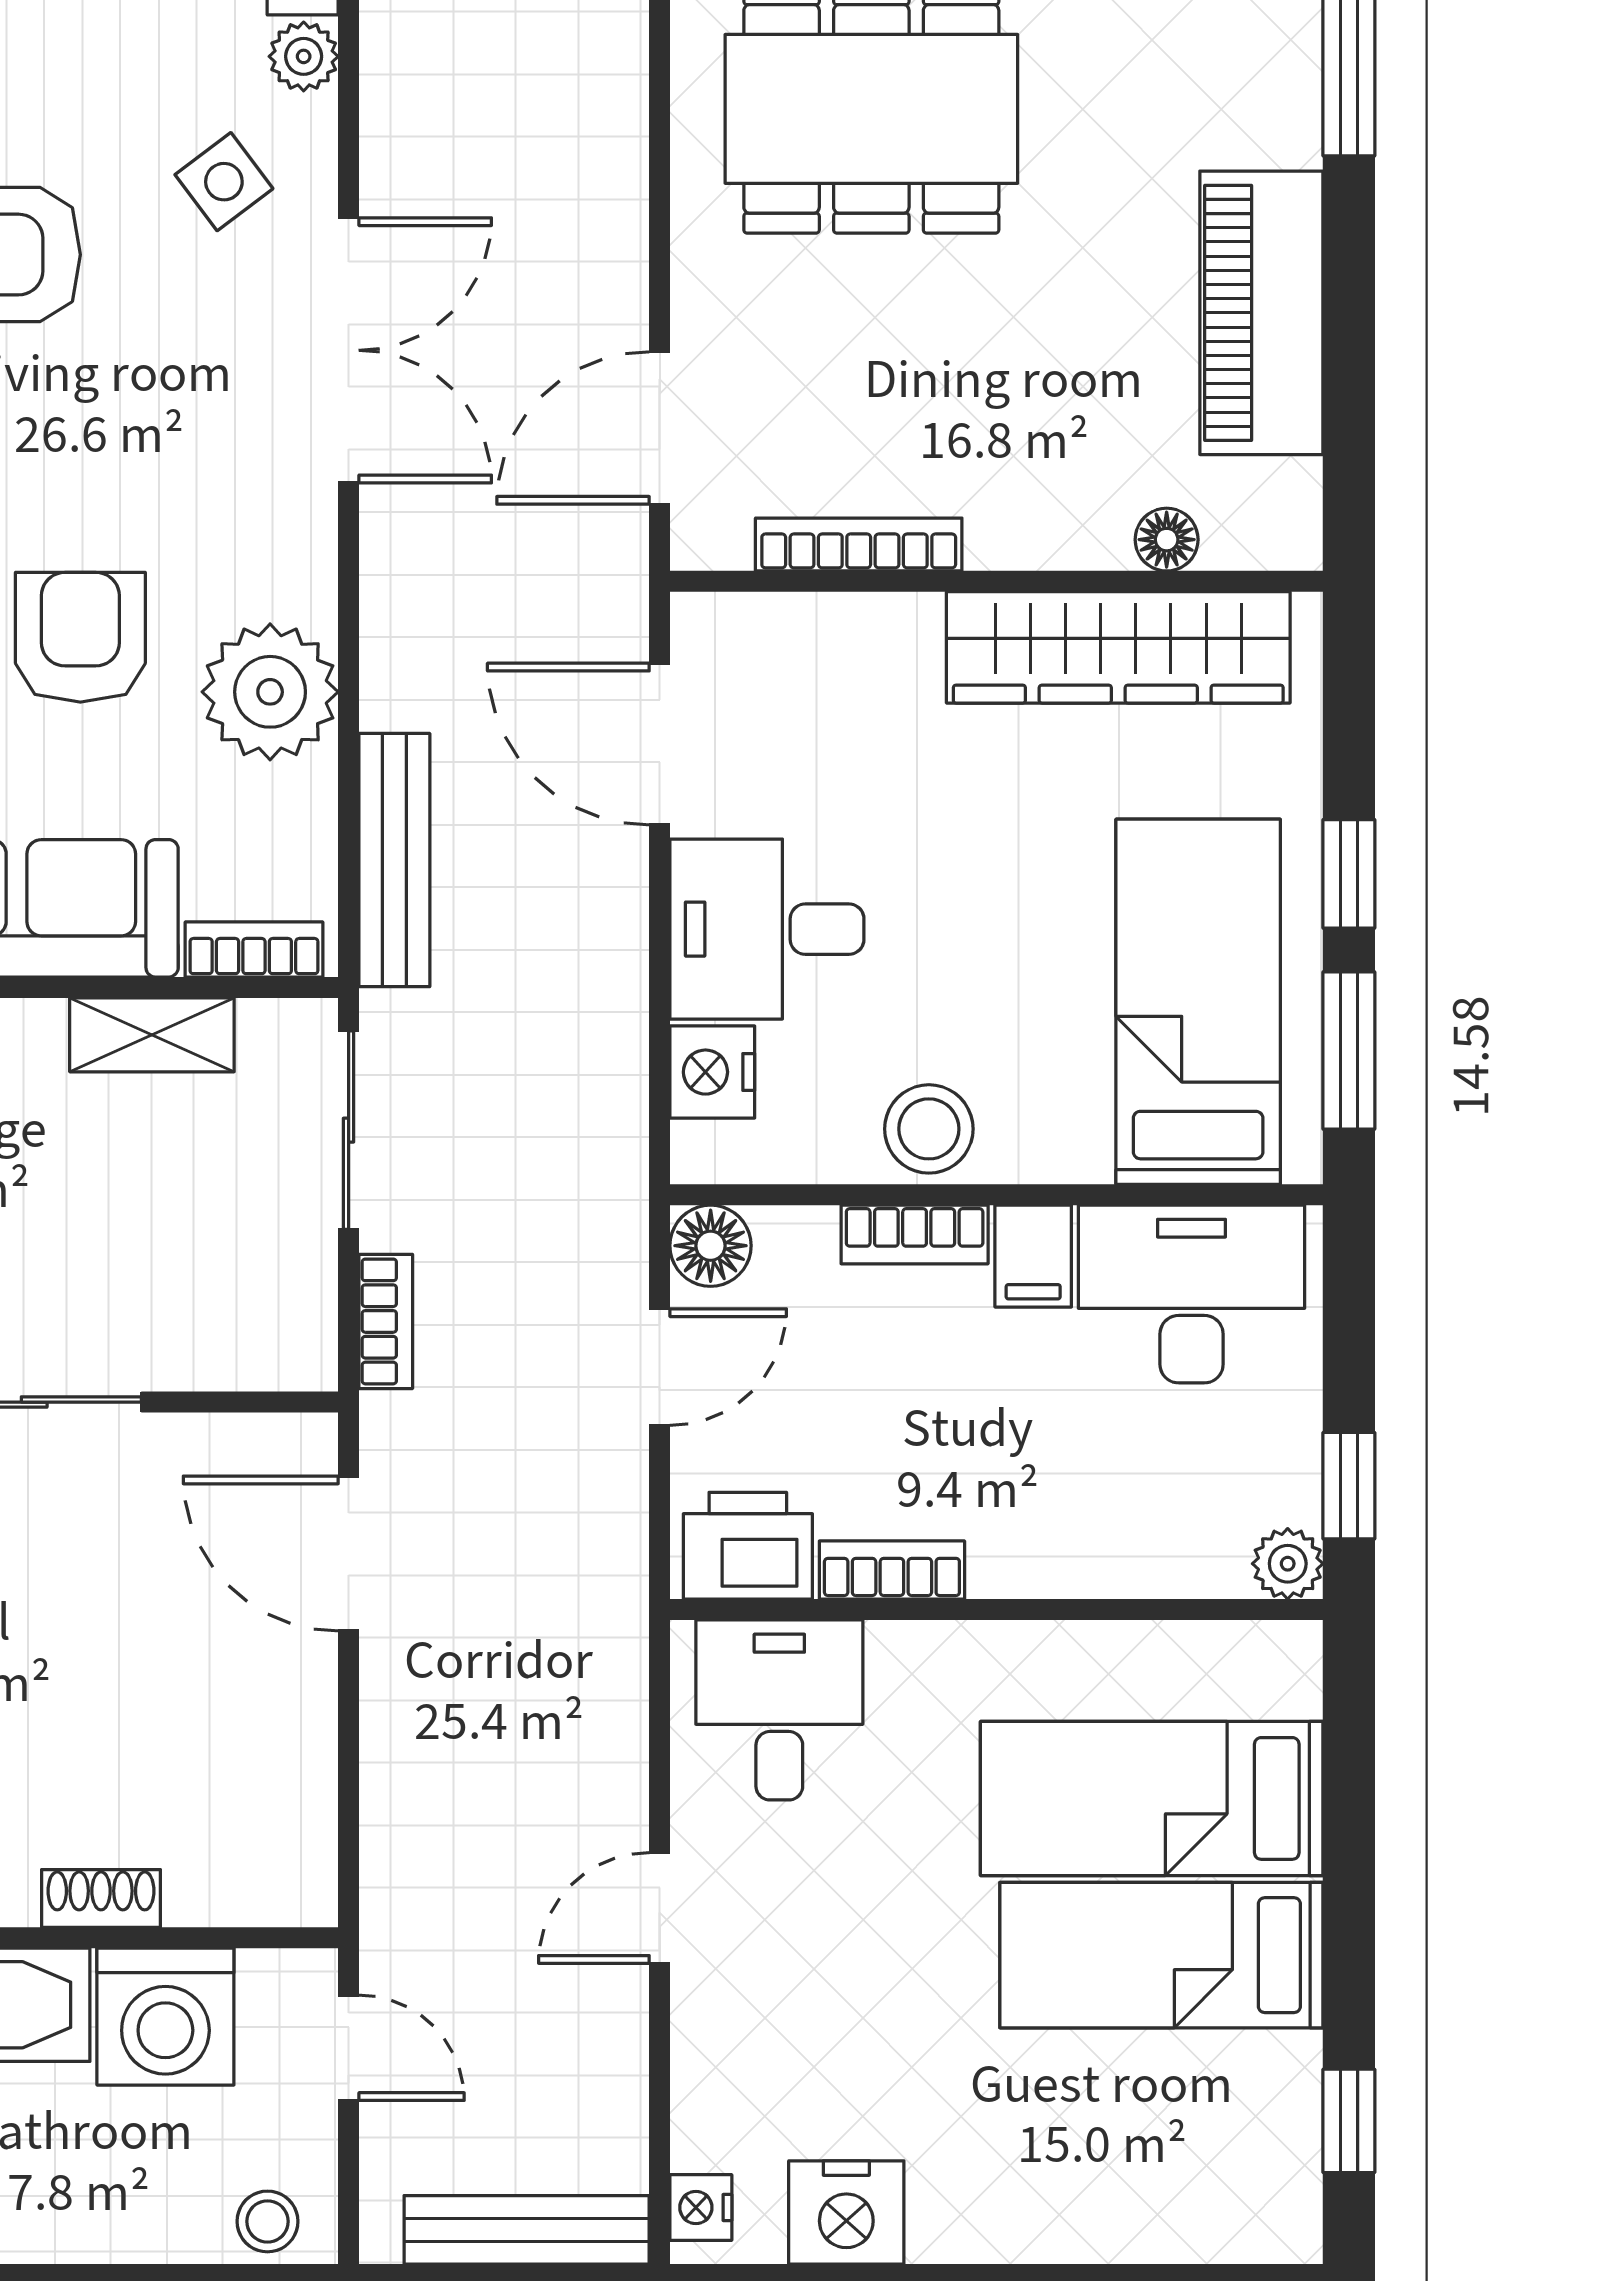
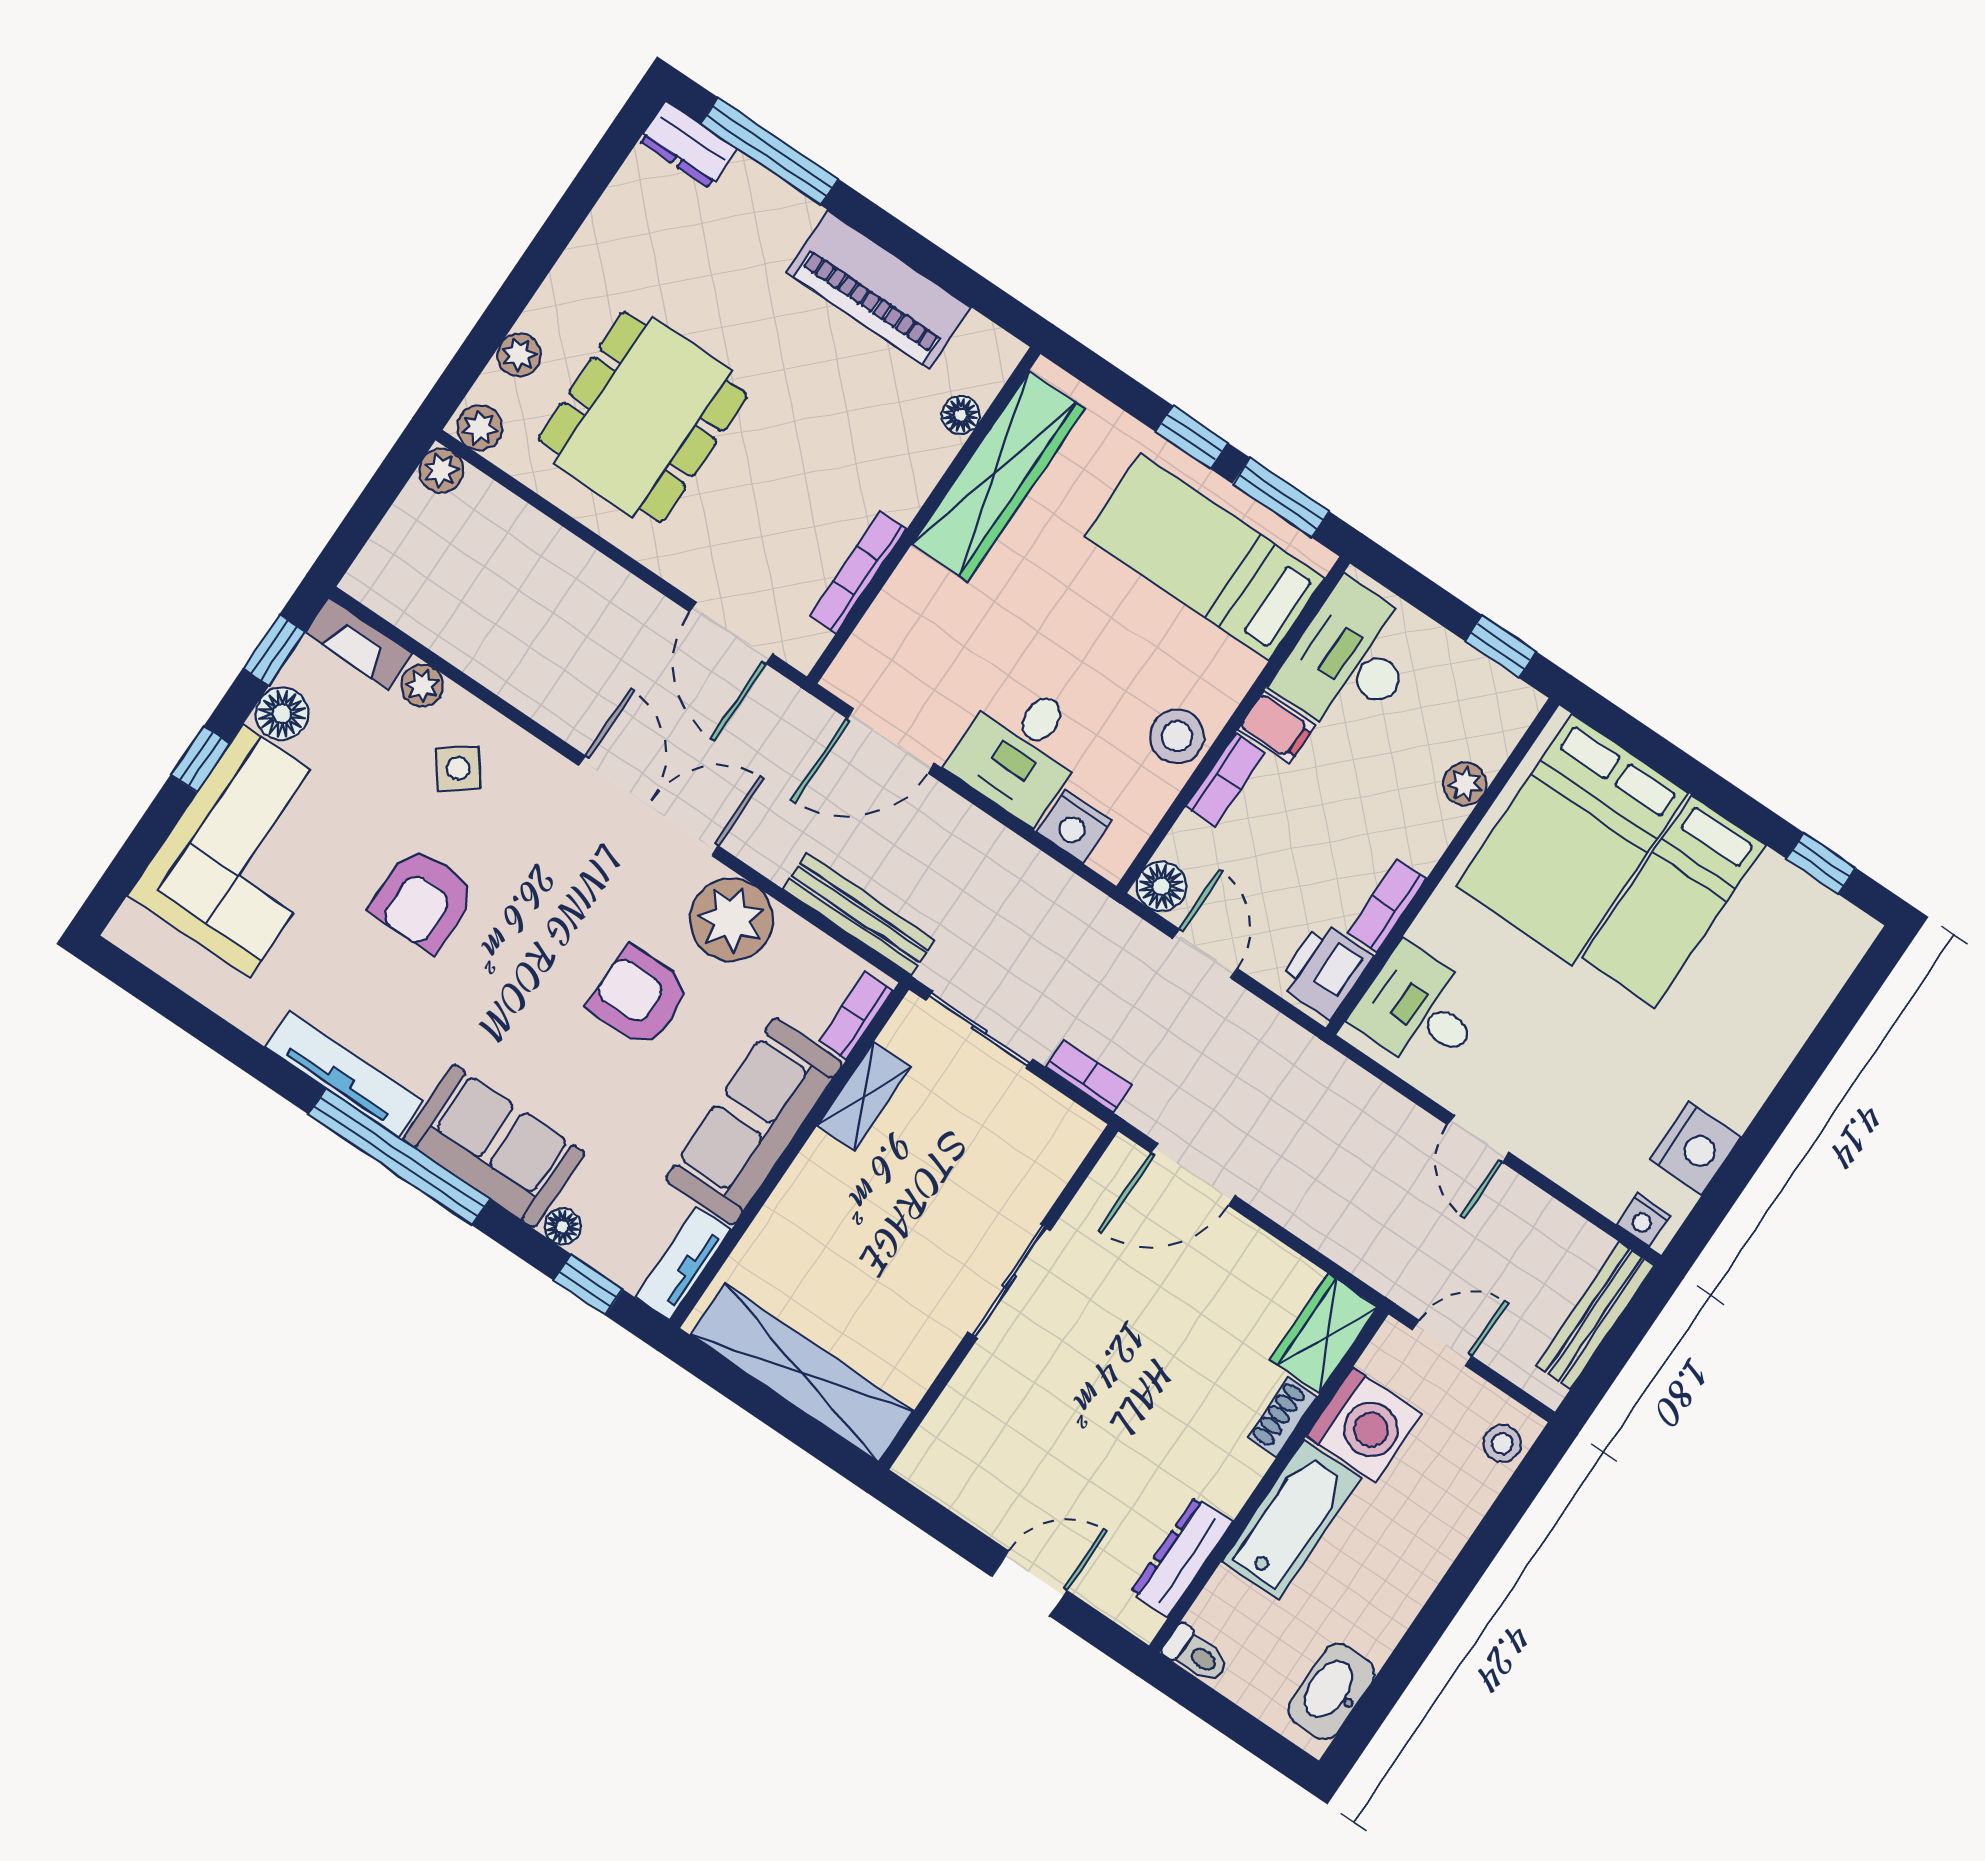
double door: (349, 350) -> (648, 806), moved
plant: (1288, 1564) -> (1465, 784), moved
bed: (1152, 1798) -> (1571, 839), width x1.50
wardrobe: (253, 1878) -> (1324, 1333), added

